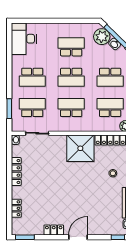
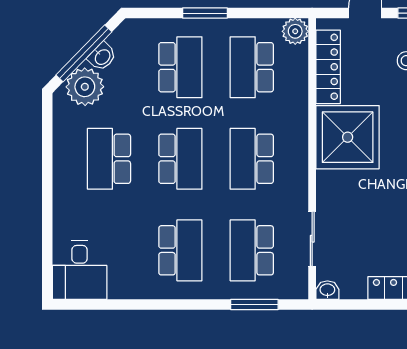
desk: (24, 39) -> (80, 270), width x0.73

